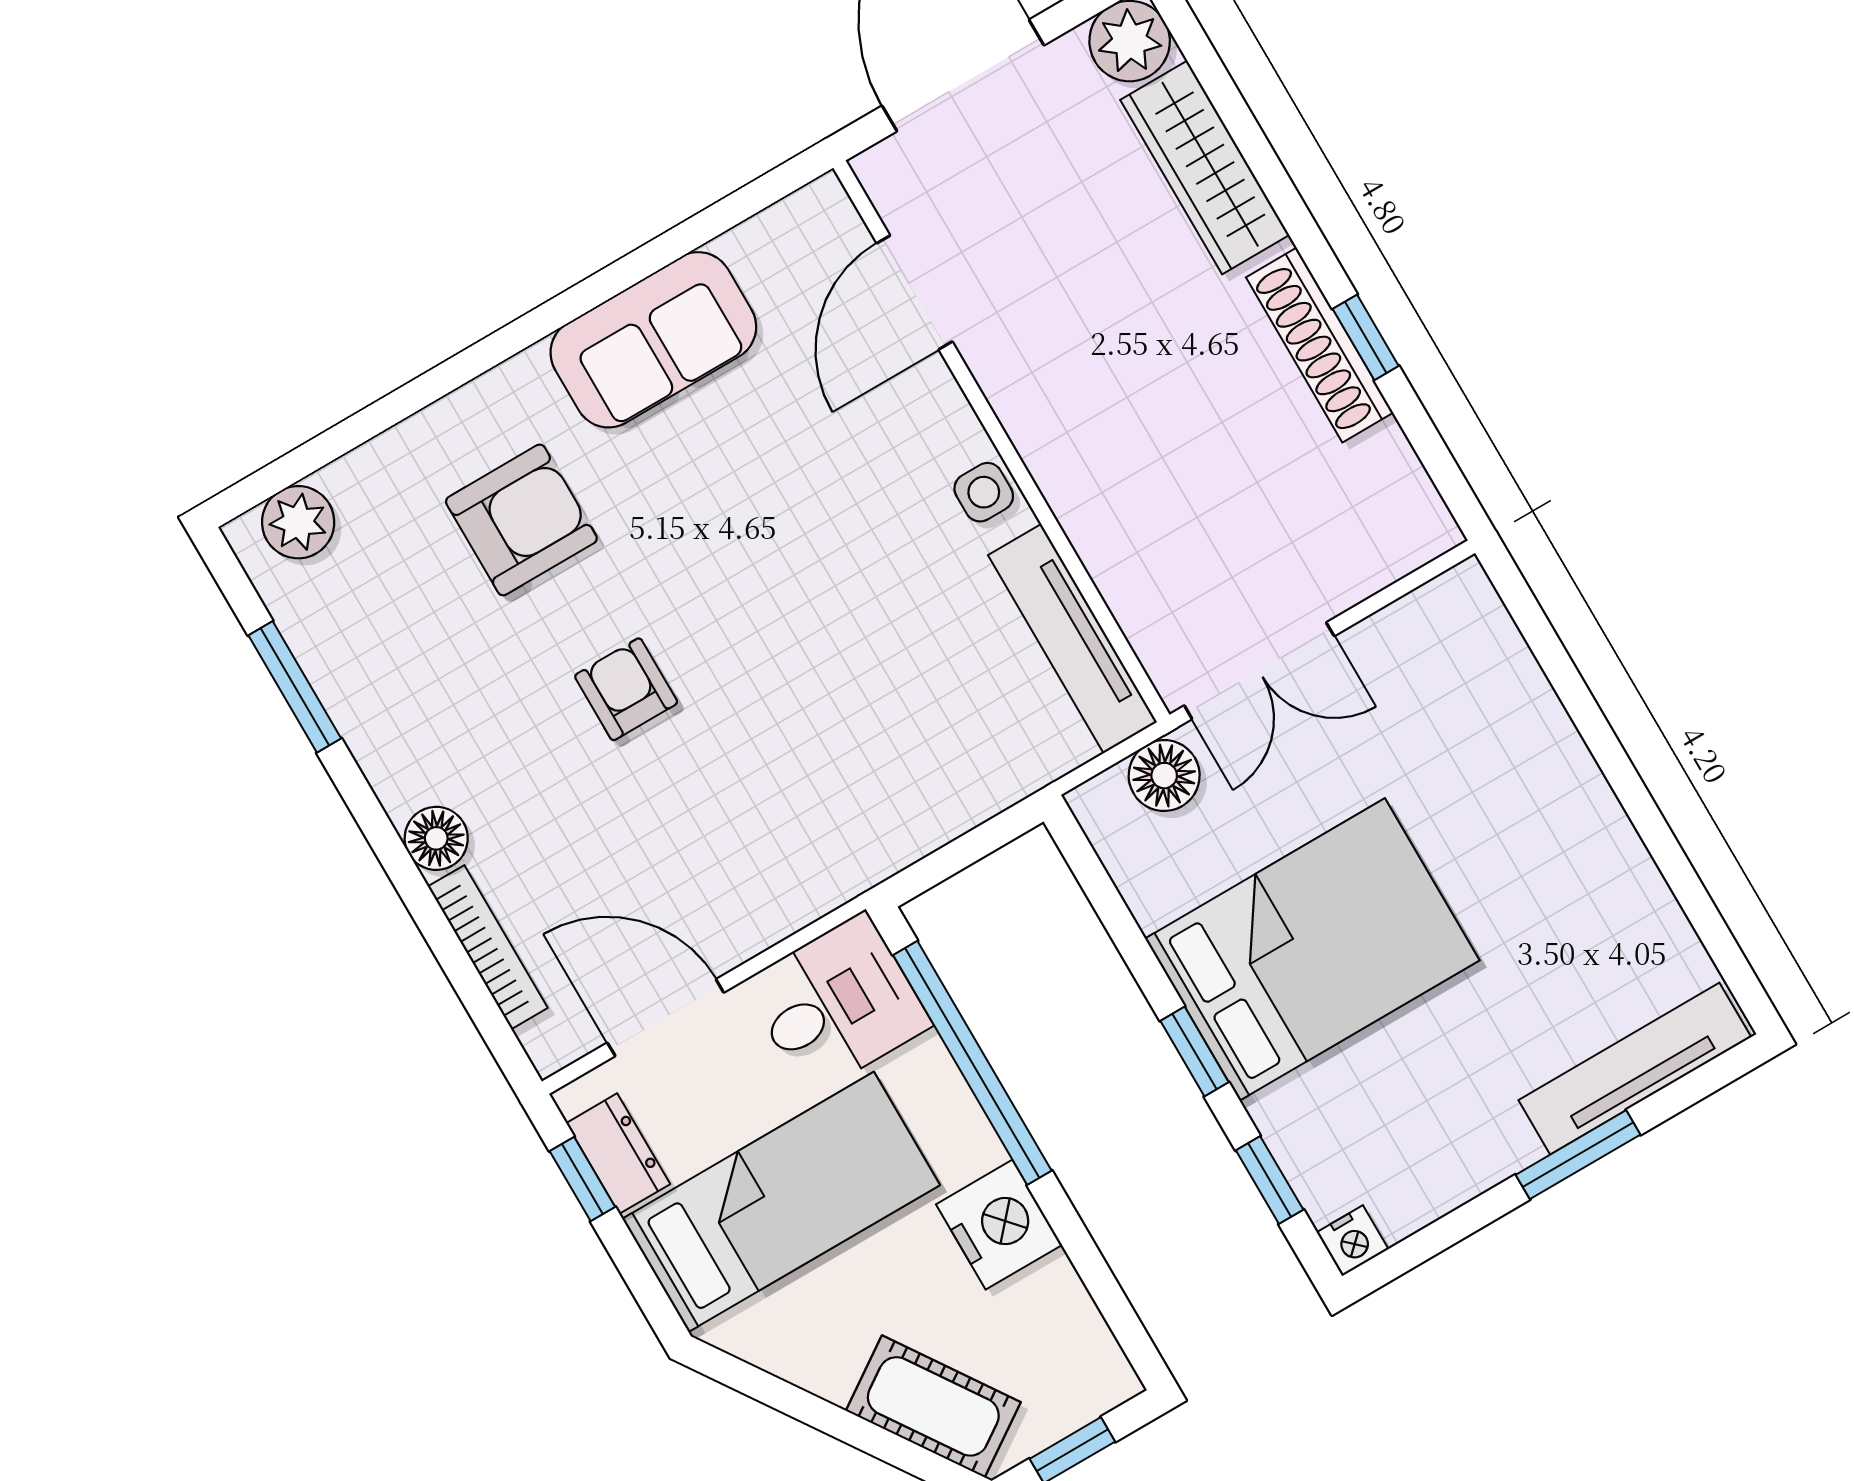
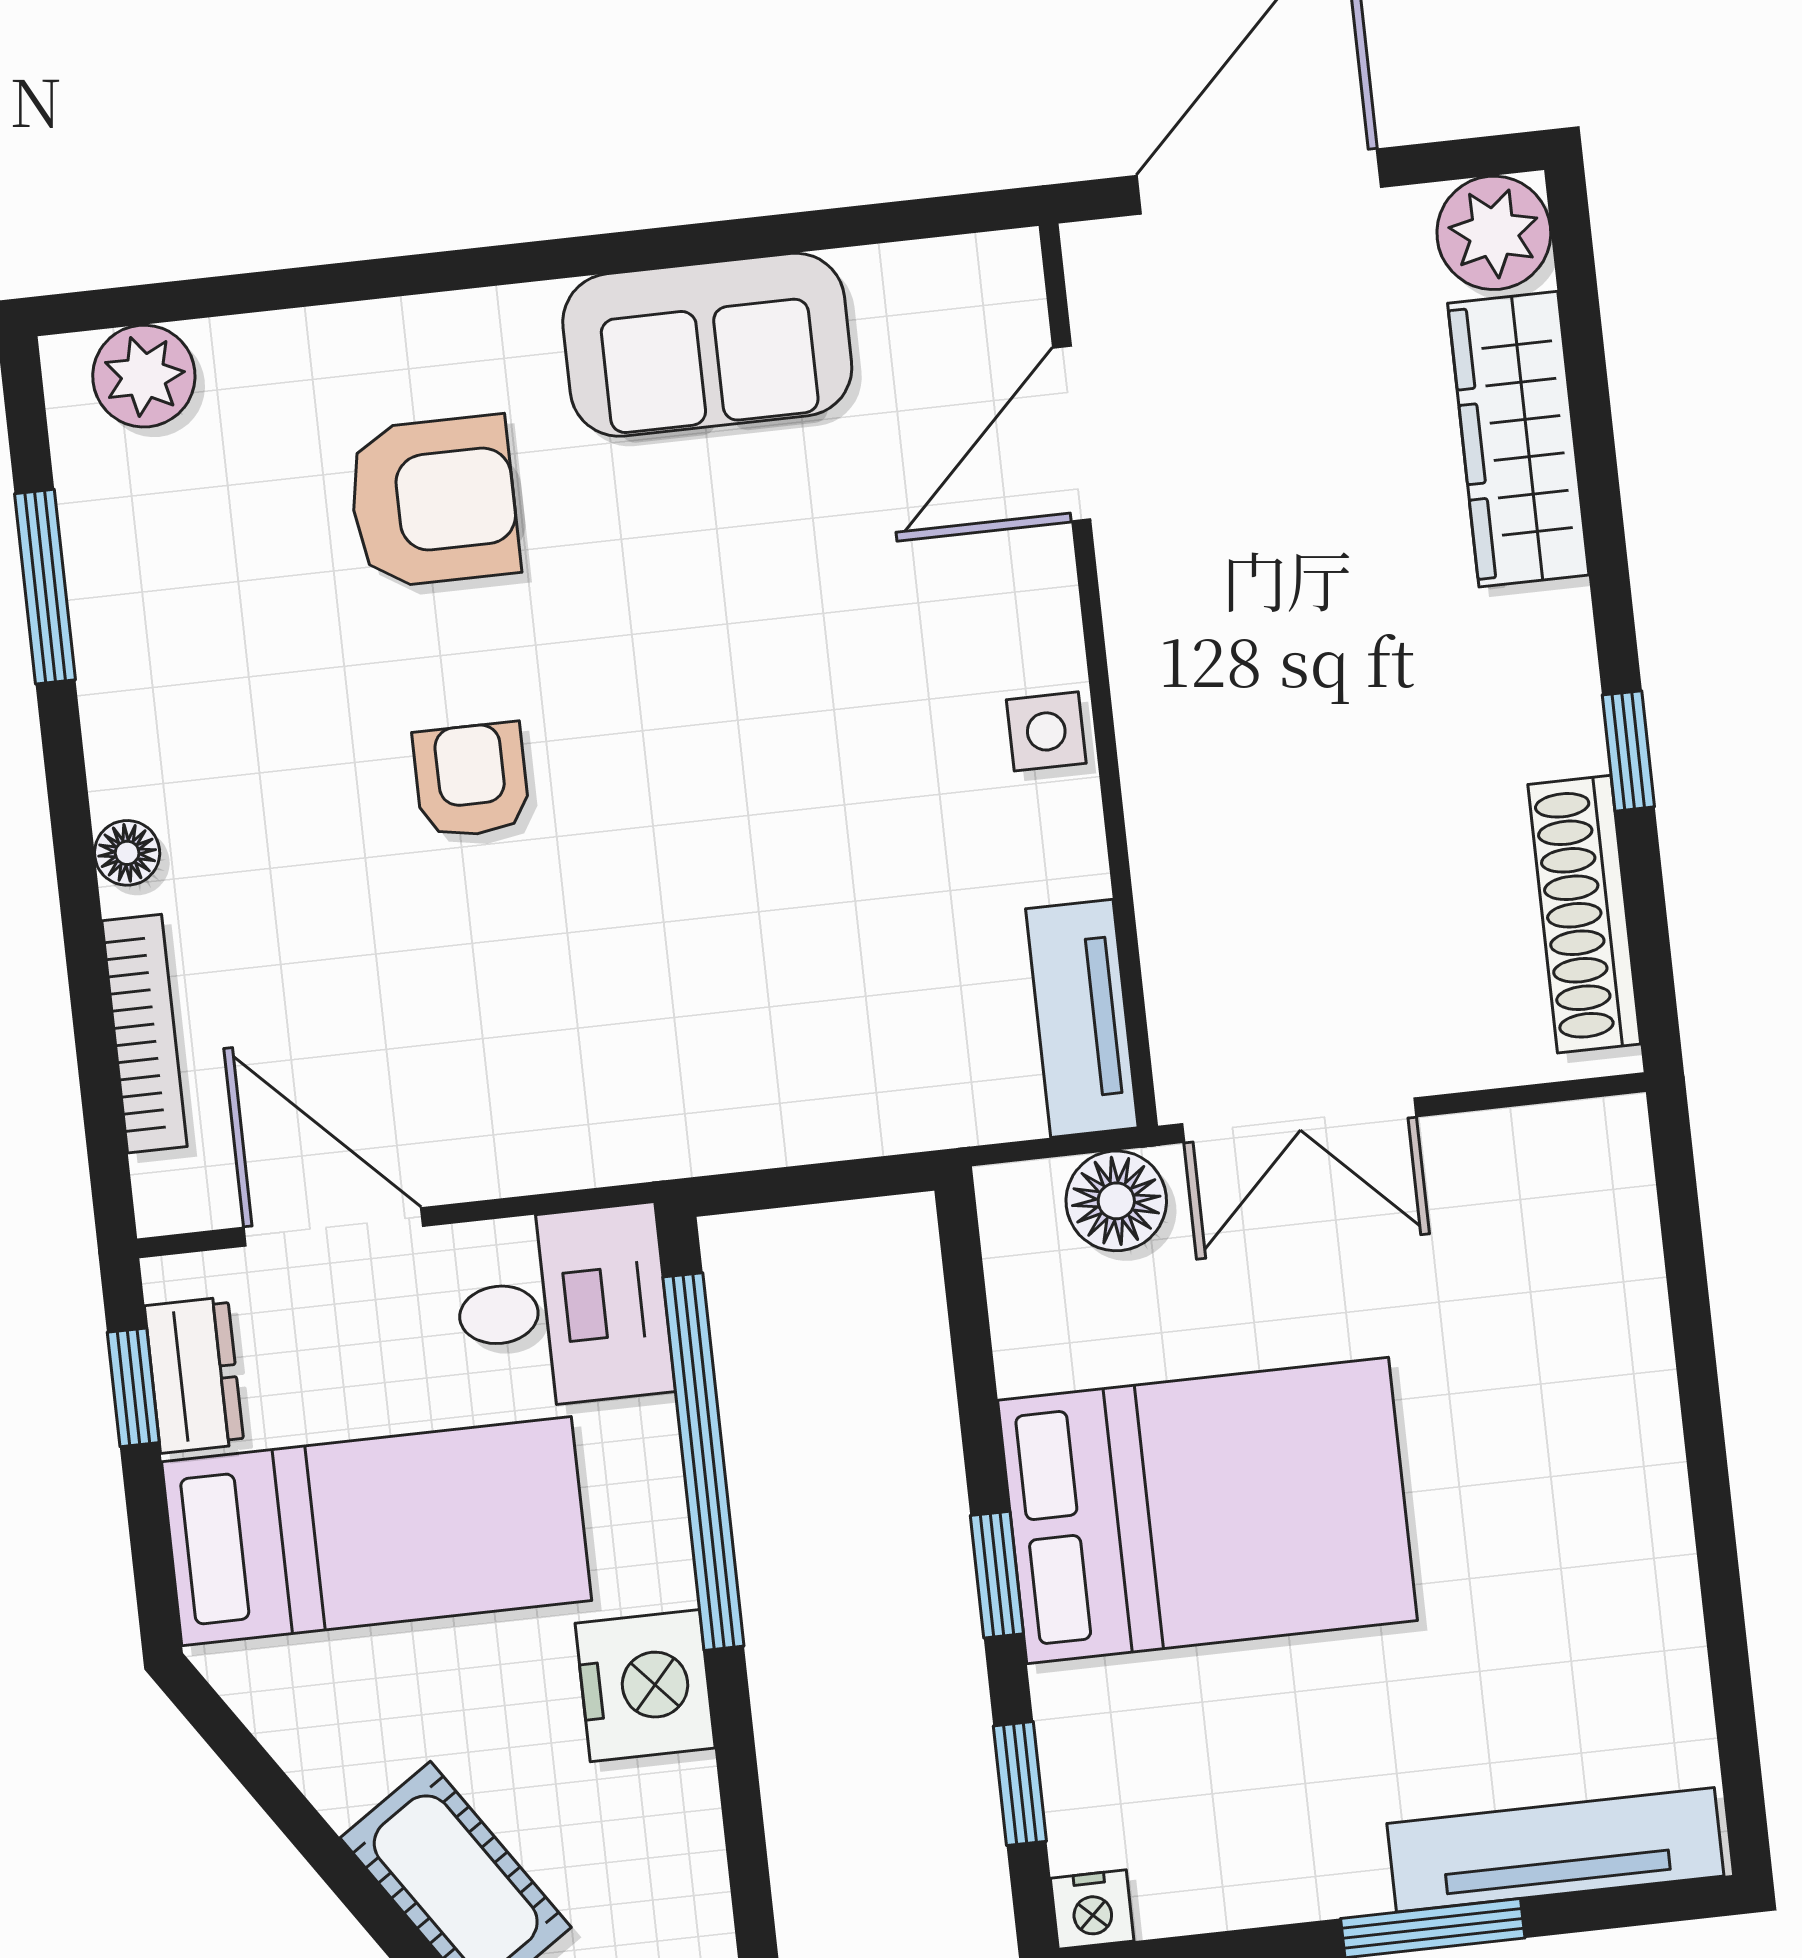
shoe rack: (1320, 345) -> (1584, 914), moved
tv unit: (1073, 639) -> (1082, 1018), width x0.71
floor lamp: (436, 838) -> (127, 853), width x0.73, depth x0.73

